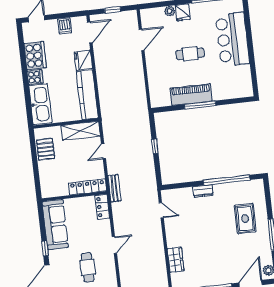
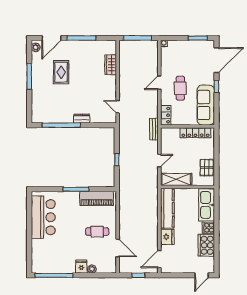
dishwasher: (65, 26) -> (179, 267), removed
bar counter: (232, 39) -> (43, 217), moved
door: (142, 40) -> (118, 248), swing flipped
cafe table: (190, 54) -> (97, 232), moved
piano: (191, 95) -> (97, 199), moved
locker: (87, 187) -> (195, 133), moved
rug: (245, 219) -> (61, 72), moved
cafe table: (88, 267) -> (180, 88), moved

